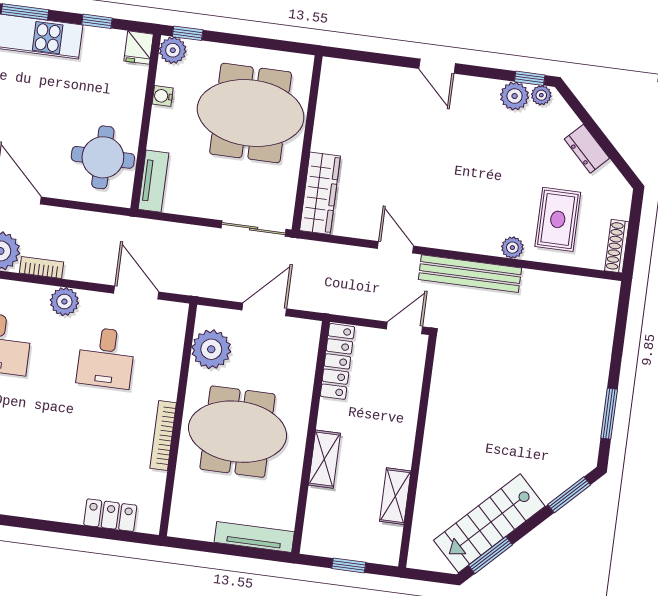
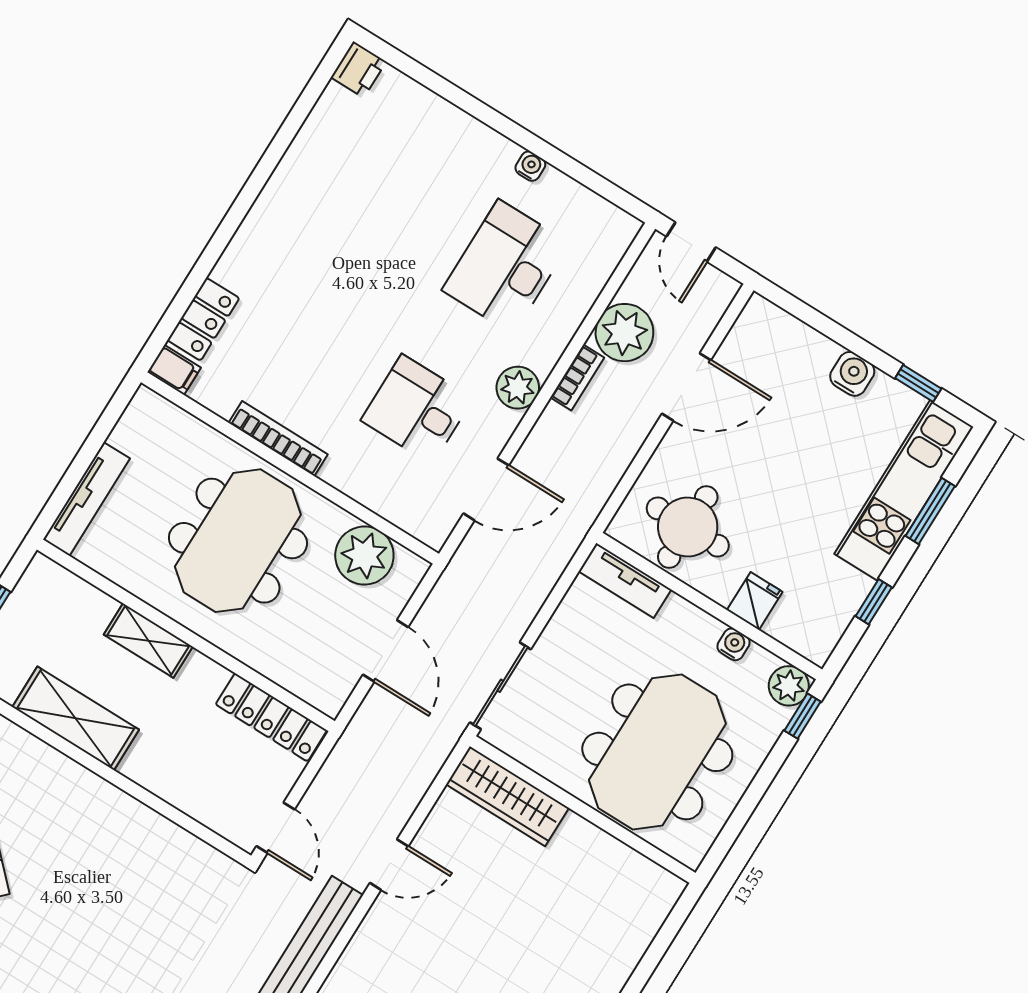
fridge: (139, 48) -> (755, 601), moved, turned 90
shelving: (395, 496) -> (76, 718), width x1.50, depth x1.33
filing cabinet: (150, 519) -> (174, 370), added

